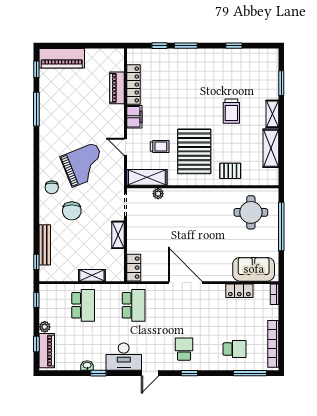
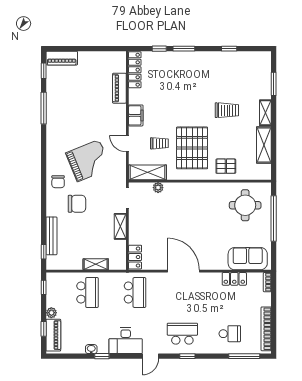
piano: (62, 58) -> (62, 58), width x0.73, depth x0.75
locker: (133, 85) -> (135, 70), moved
trolley: (231, 111) -> (227, 110), turned -90
chair: (72, 211) -> (77, 204), turned -90
school desk: (184, 349) -> (182, 334), width x1.85

